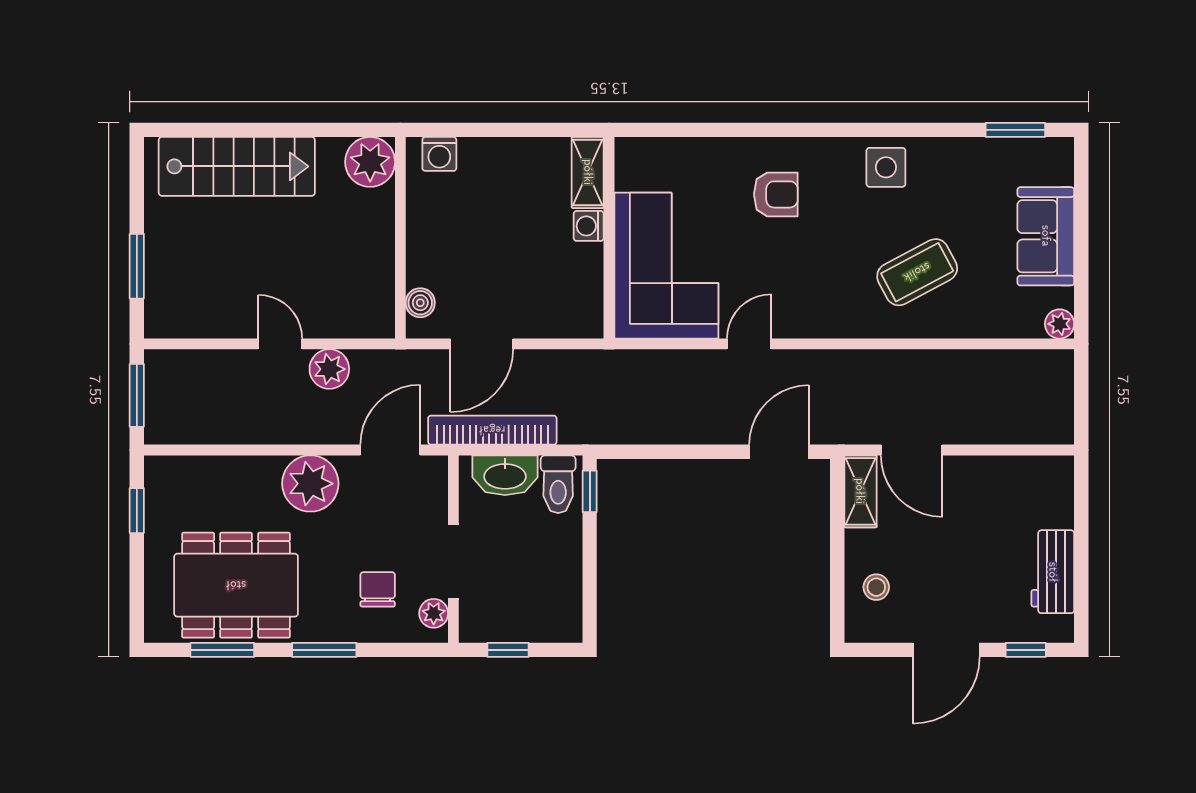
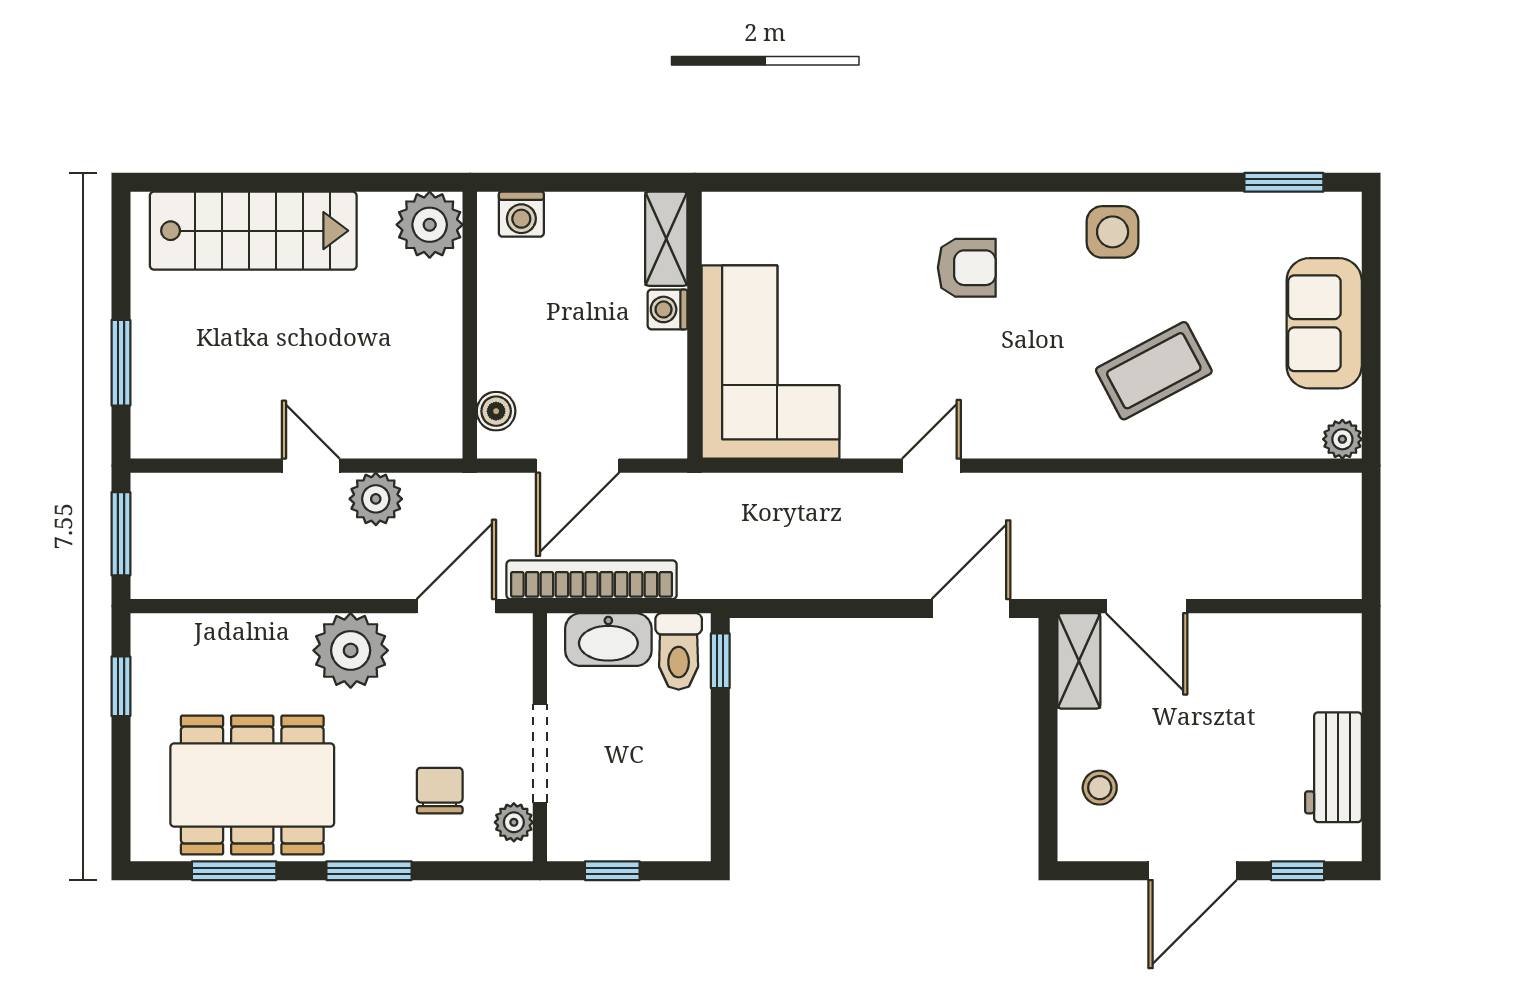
shelving: (588, 172) -> (666, 239), moved
washing machine: (589, 226) -> (668, 309), moved
wall: (609, 238) -> (694, 325), moved
corner sofa: (666, 266) -> (770, 362), moved

